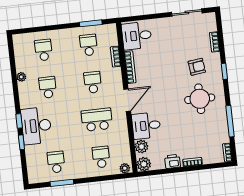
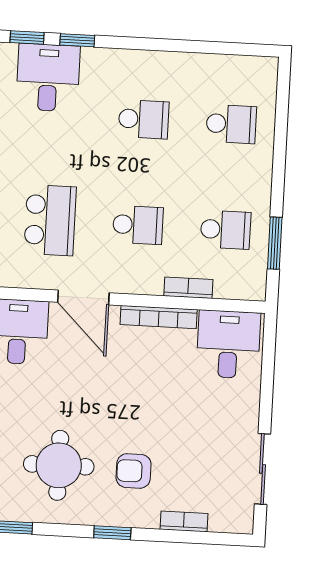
armchair: (197, 67) -> (134, 471), turned 97
plant: (21, 77) -> (178, 62), removed
desk: (36, 126) -> (48, 78), width x0.73

